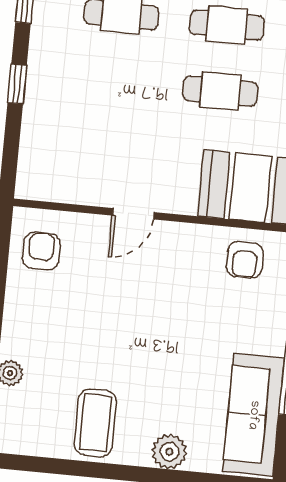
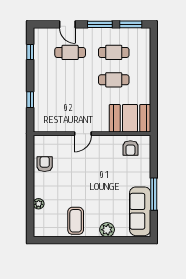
window: (17, 84) -> (30, 100), moved
armchair: (41, 251) -> (45, 164), moved

